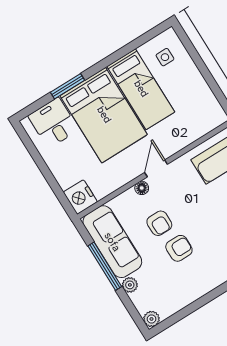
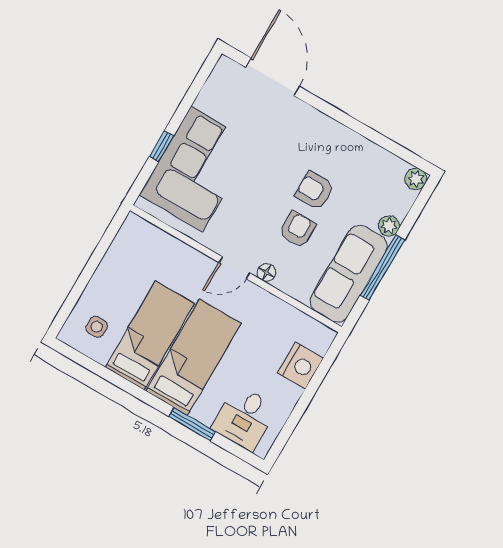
bed: (104, 115) -> (193, 357), width x0.67
nightstand: (80, 197) -> (300, 366), moved

